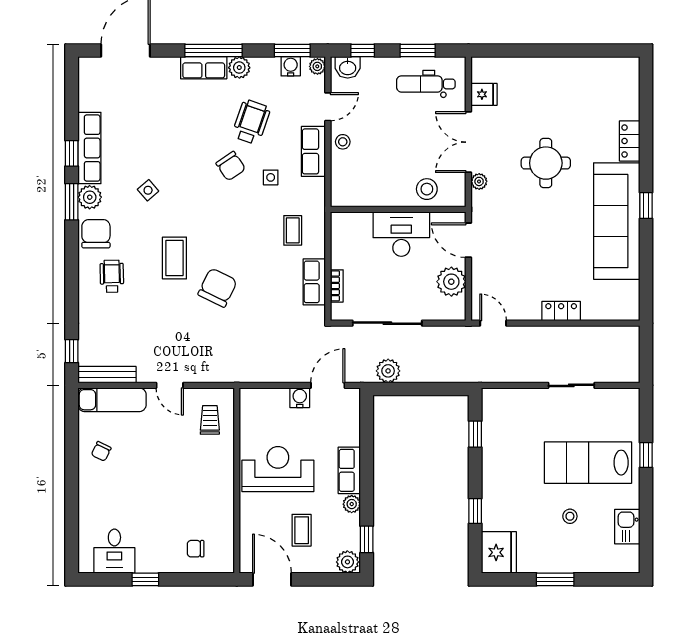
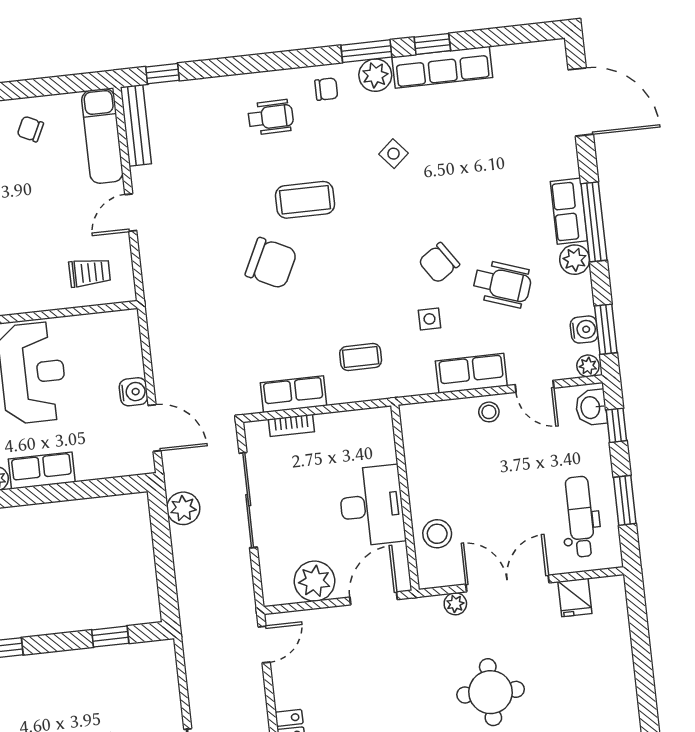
chair: (96, 234) -> (326, 89), width x0.54, depth x0.54

